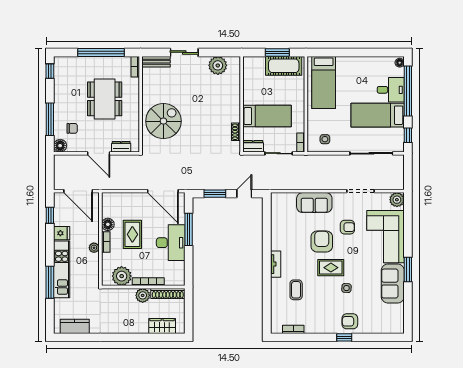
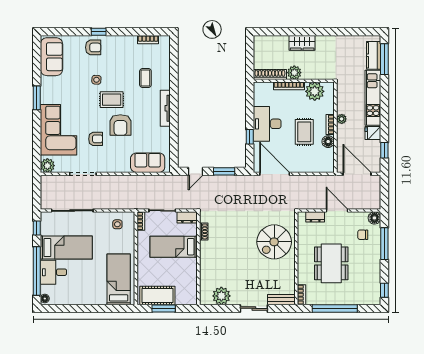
sofa: (314, 203) -> (148, 163), moved
armchair: (347, 227) -> (96, 139), turned 180
window: (189, 229) -> (250, 137), width x0.46
tv unit: (276, 264) -> (165, 108), width x1.41
window: (50, 282) -> (384, 59), moved
sofa: (393, 284) -> (51, 57), moved
kitchen counter: (75, 326) -> (374, 55), moved, turned 90
wardrobe: (162, 326) -> (302, 43), moved

